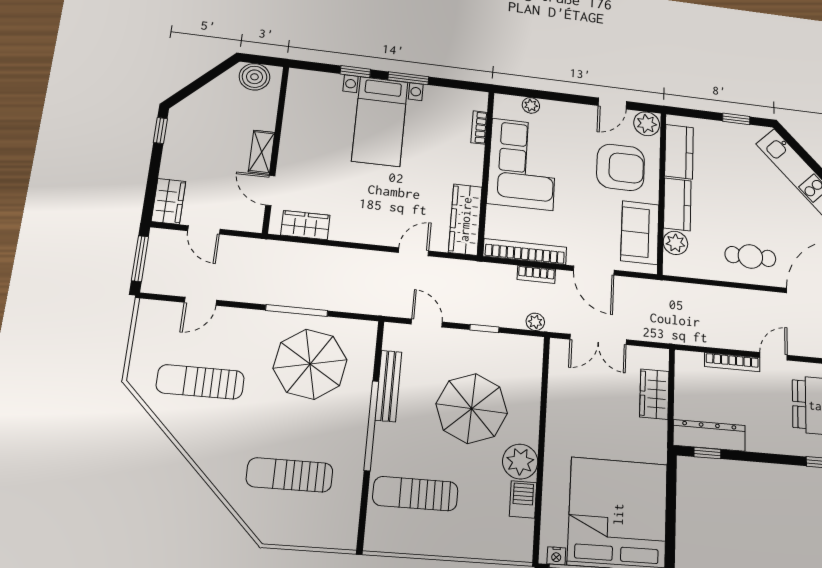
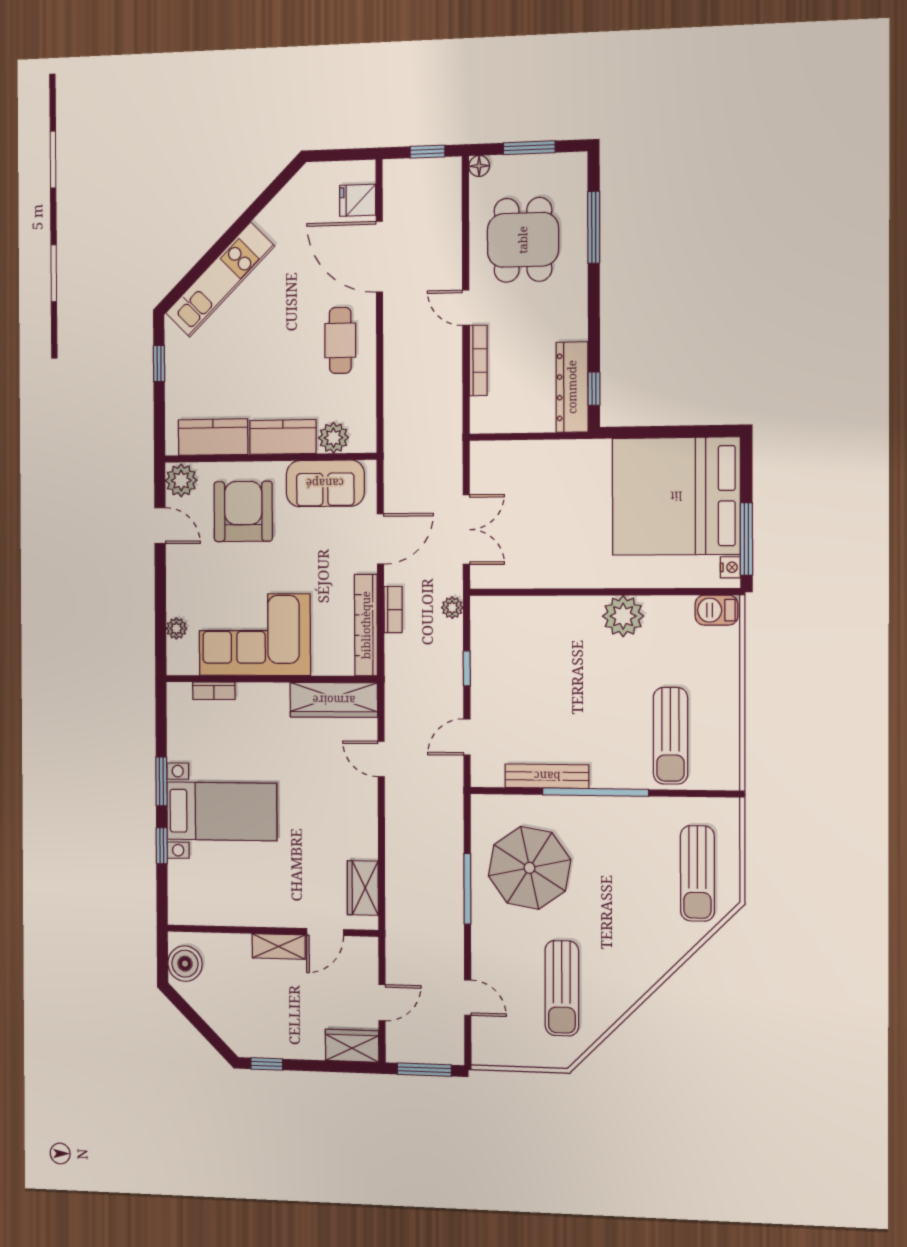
wardrobe: (654, 394) -> (527, 457), removed
parasol: (472, 408) -> (565, 677), removed
sun lounger: (290, 475) -> (697, 873), moved
barbecue: (523, 499) -> (716, 610), moved

